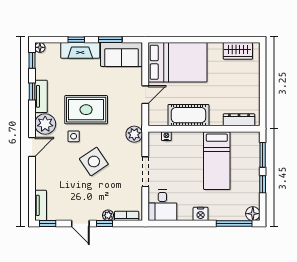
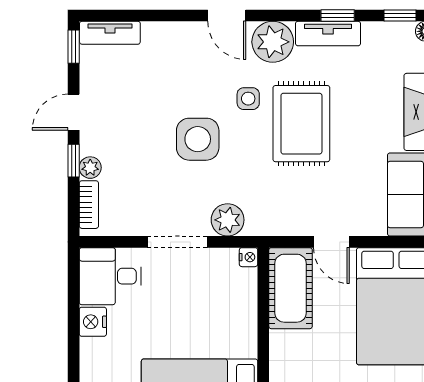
cot: (188, 115) -> (291, 288), moved
plant: (134, 134) -> (228, 220), moved
nightstand: (166, 136) -> (248, 257), moved
side table: (94, 162) -> (198, 139), turned 34
nightstand: (201, 214) -> (93, 322), moved

